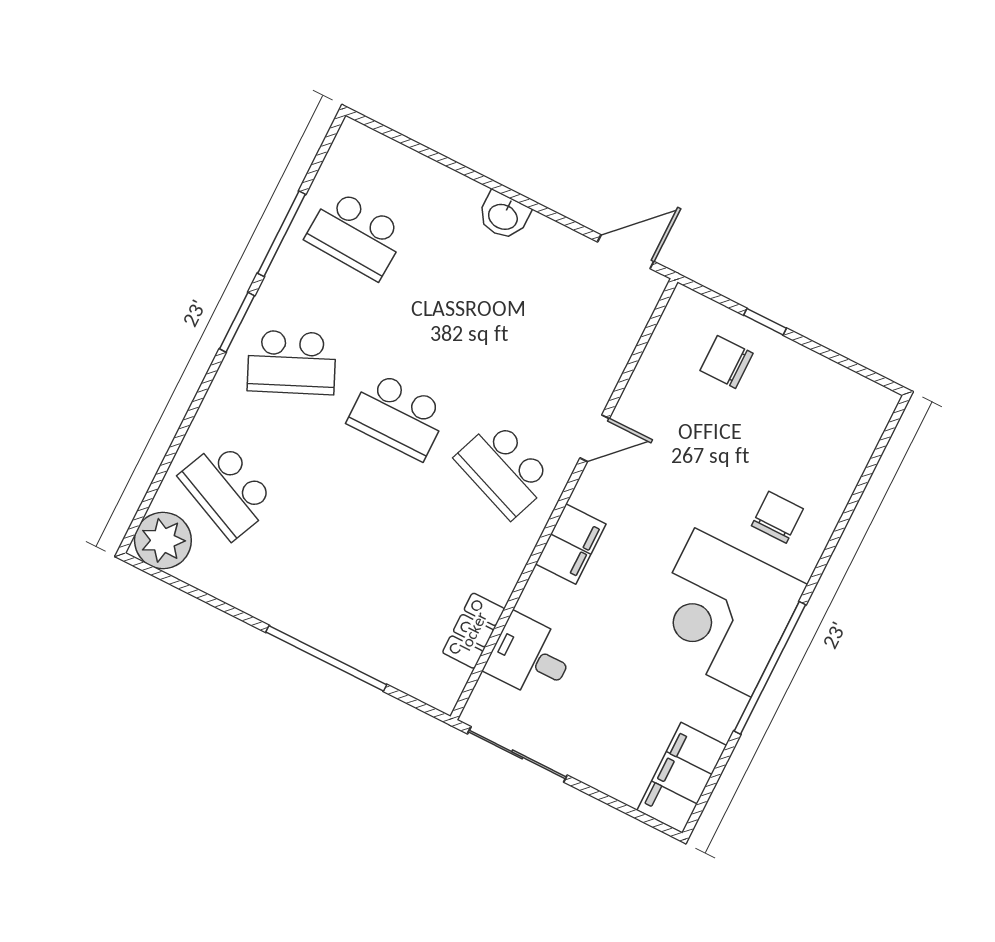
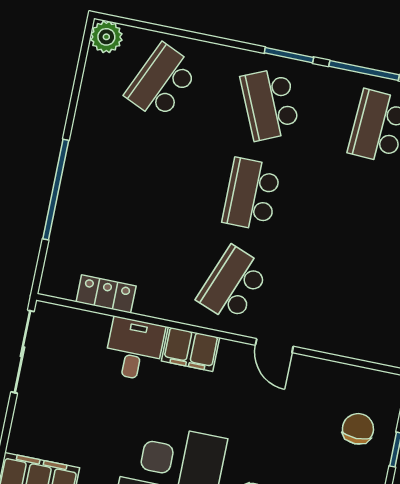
plant: (163, 540) -> (106, 37), width x0.73, depth x0.73
desk: (530, 657) -> (134, 349), moved

